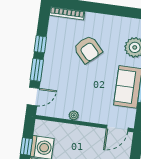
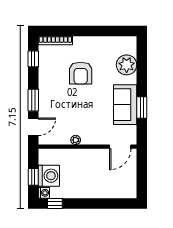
window: (40, 44) -> (33, 59), moved
armchair: (88, 49) -> (81, 73), turned 43

